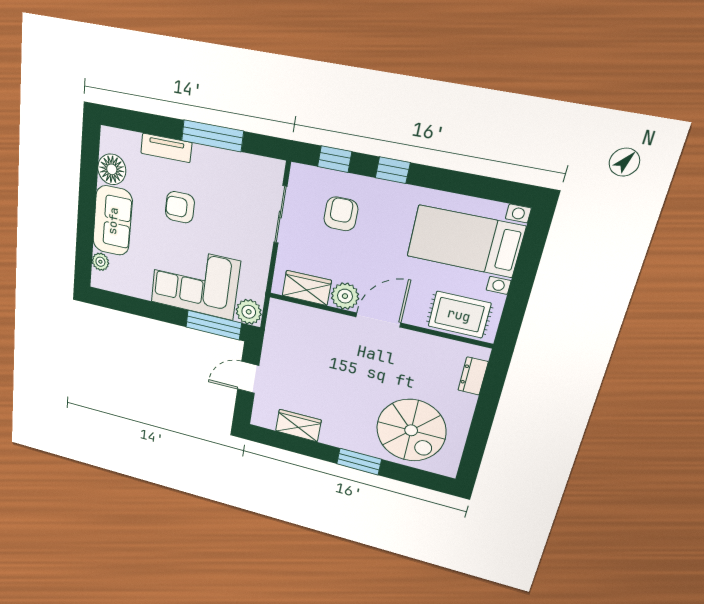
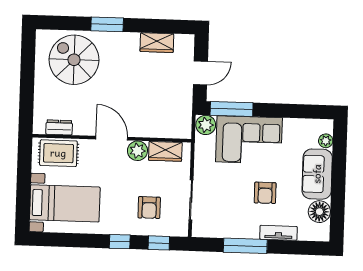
armchair: (180, 207) -> (265, 193), turned 90
door: (378, 320) -> (112, 138), swing flipped
dresser: (473, 376) -> (59, 127), moved, turned -90

